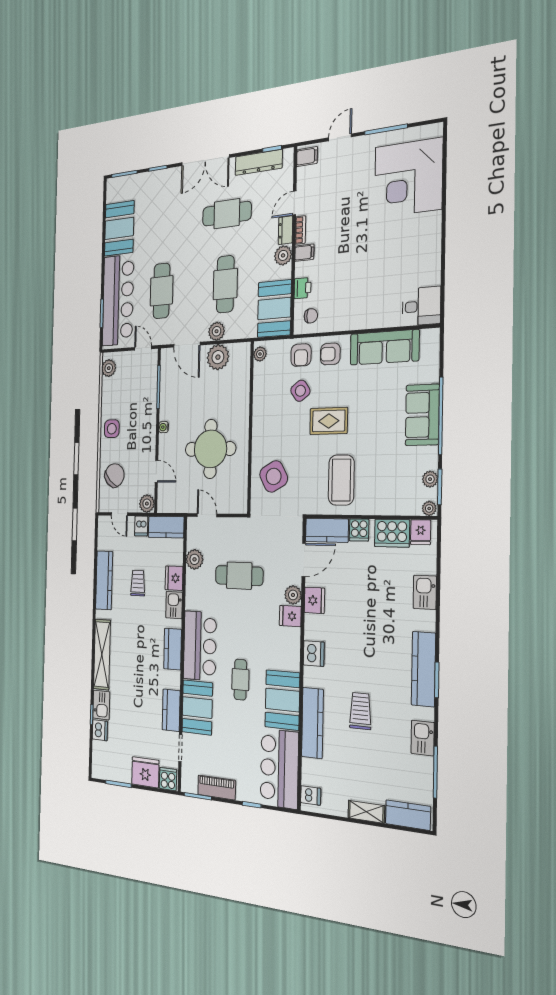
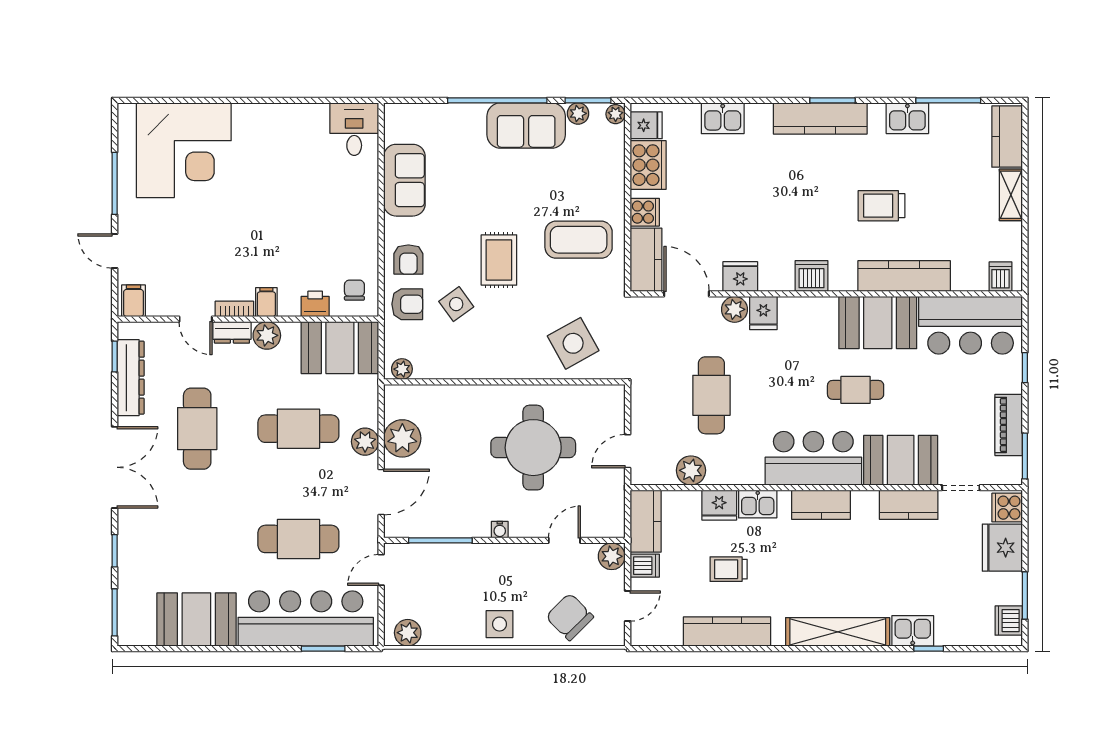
sofa: (384, 347) -> (404, 180), width x0.73
sofa: (422, 415) -> (526, 125), moved
dishwasher: (100, 730) -> (1009, 621), moved, turned -90

